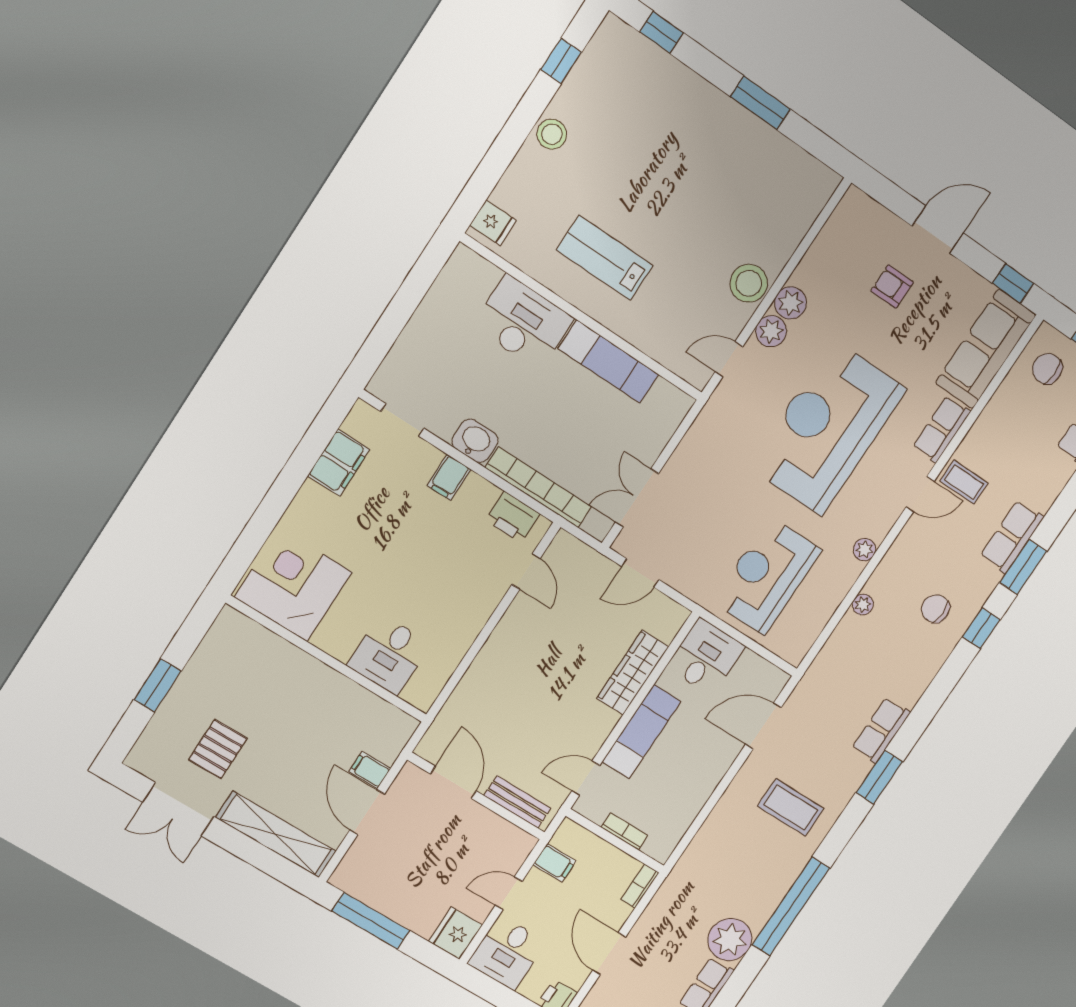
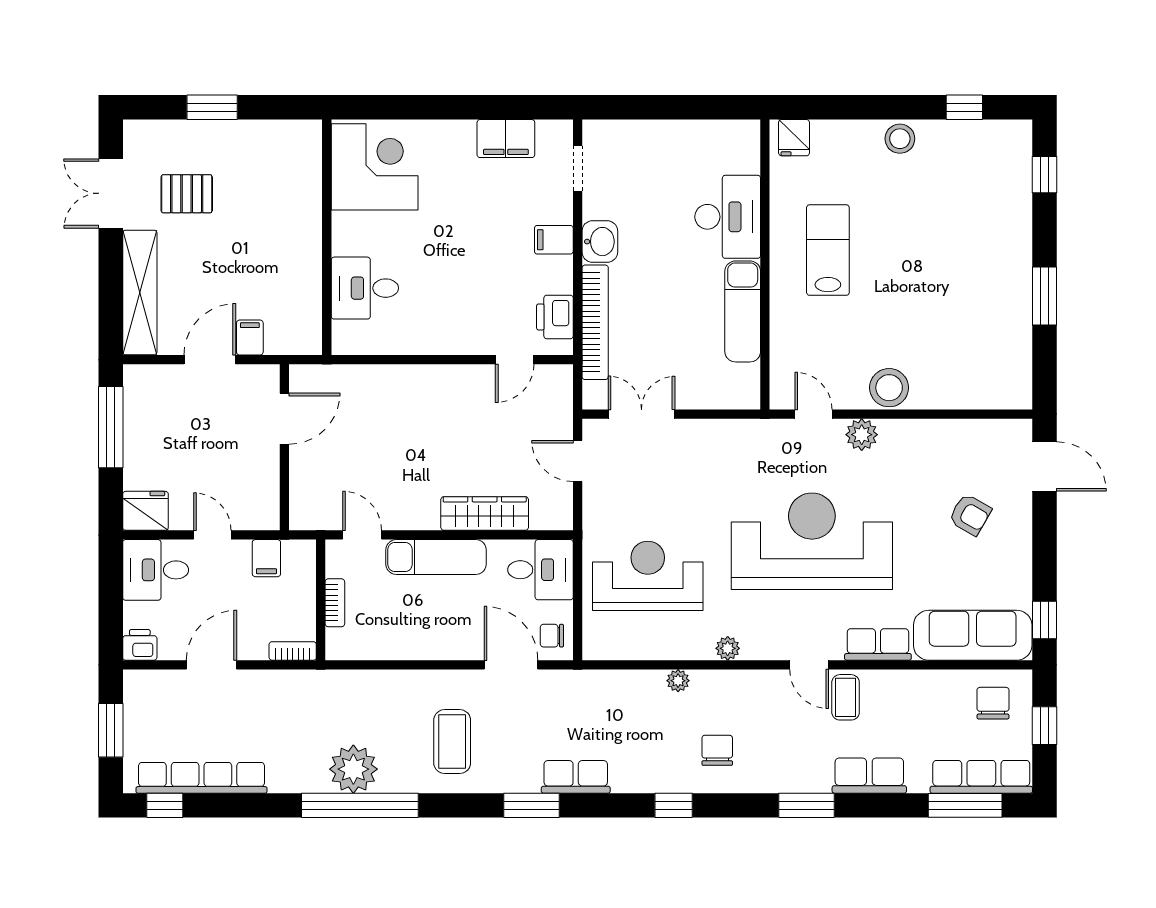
door: (938, 230) -> (1044, 466), moved
armchair: (892, 287) -> (970, 515), turned 120
plant: (790, 303) -> (897, 435), removed
row of seats: (1012, 537) -> (869, 776), moved
window: (981, 628) -> (674, 805), moved
chair: (762, 680) -> (552, 636), added
bench: (517, 802) -> (302, 488), removed
plant: (730, 940) -> (353, 769), moved

